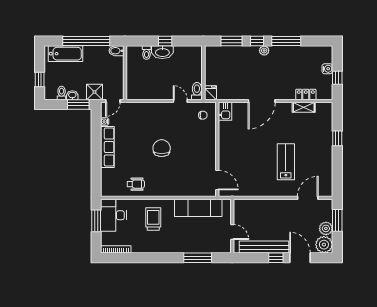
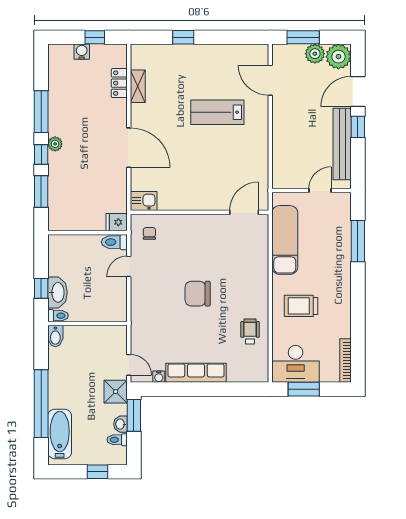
bidet: (116, 51) -> (55, 336), moved
wall: (125, 73) -> (87, 324), moved

